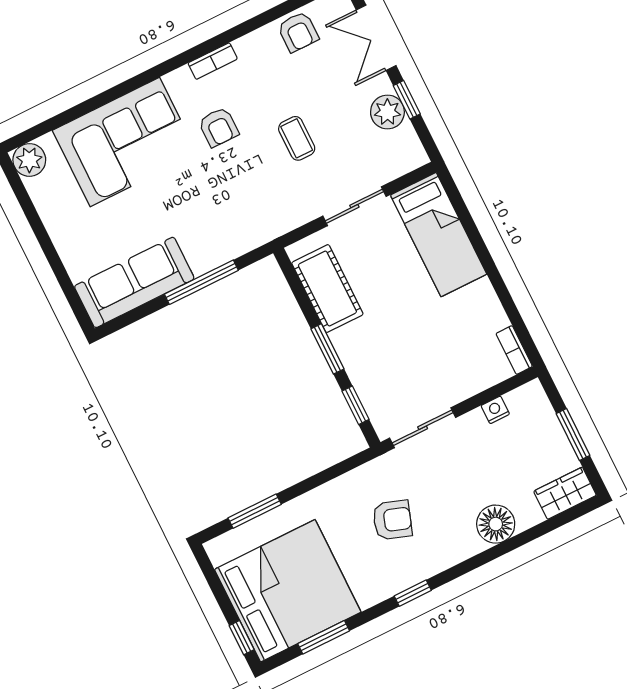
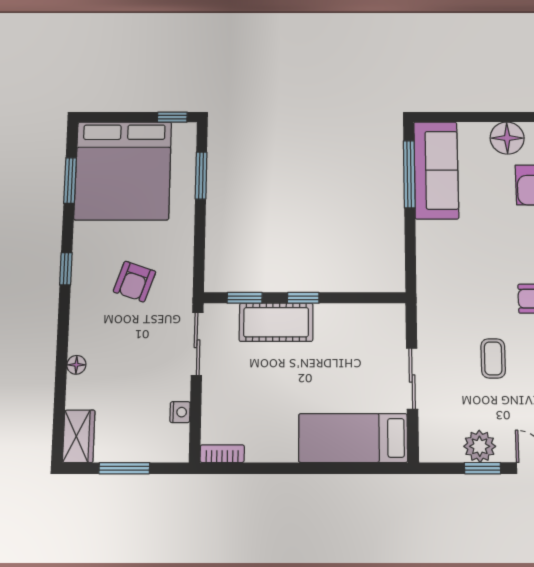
coffee table: (297, 138) -> (493, 358), turned 90
floor lamp: (66, 228) -> (507, 138), added
window: (201, 282) -> (409, 174), moved
cot: (327, 289) -> (276, 322), moved
window: (327, 349) -> (303, 298), width x0.67
floor lamp: (496, 524) -> (76, 365), width x0.53, depth x0.53
window: (242, 638) -> (172, 117), moved

